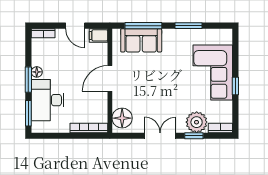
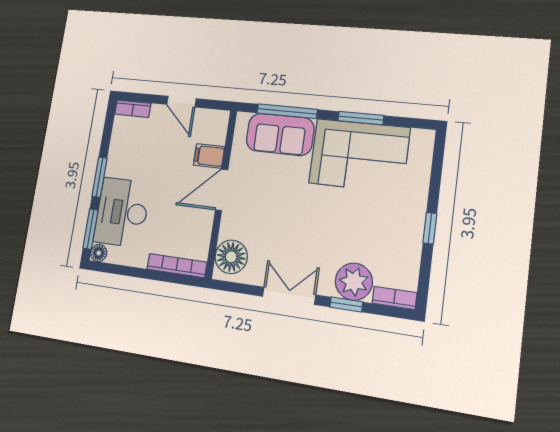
filing cabinet: (99, 35) -> (209, 156), moved
floor lamp: (37, 72) -> (99, 253), moved
corner sofa: (213, 73) -> (359, 155), moved, turned -90

